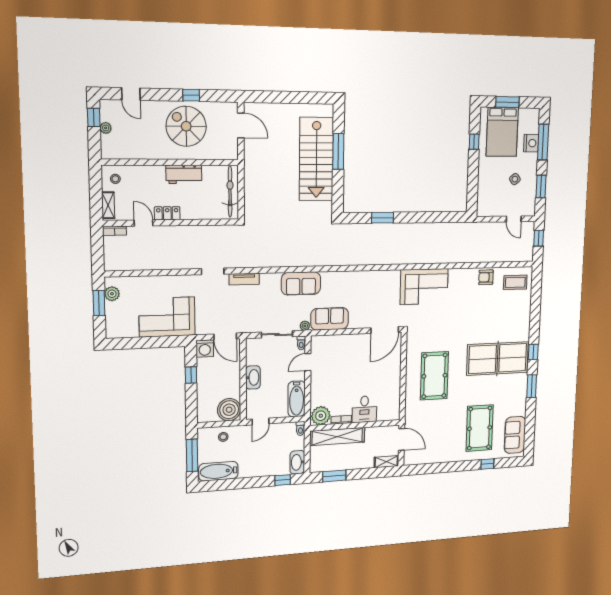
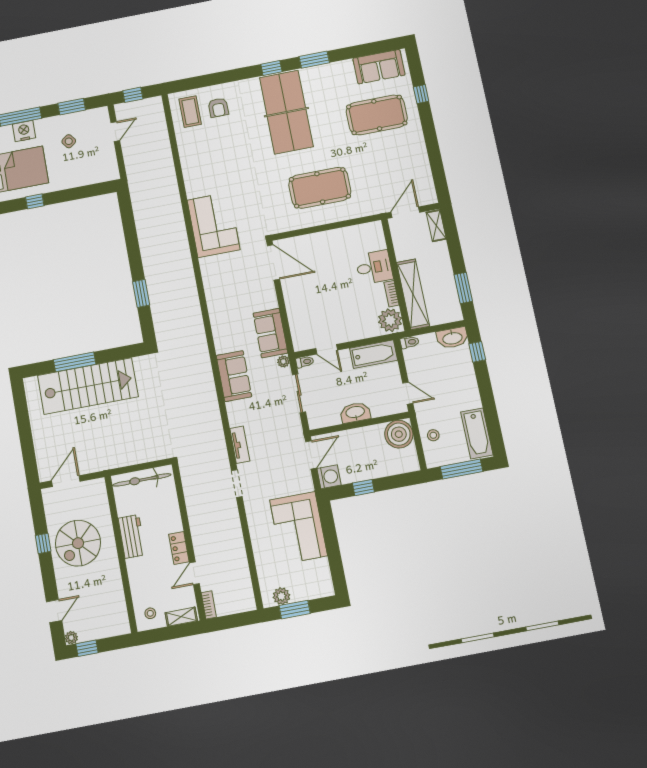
plant: (106, 128) -> (71, 638), moved
armchair: (486, 277) -> (218, 108), moved

